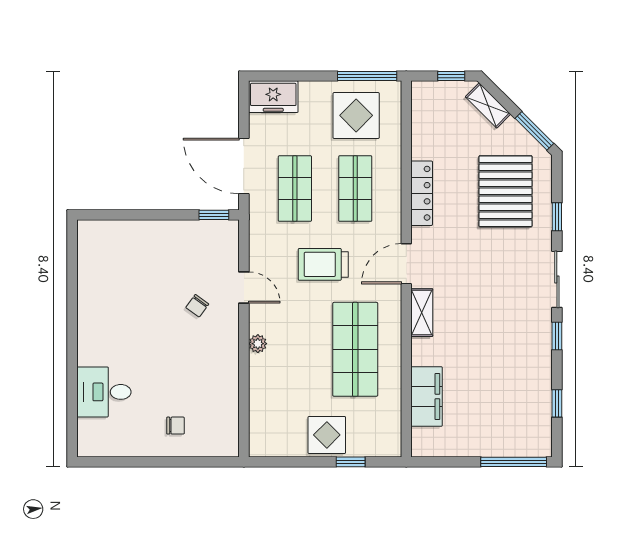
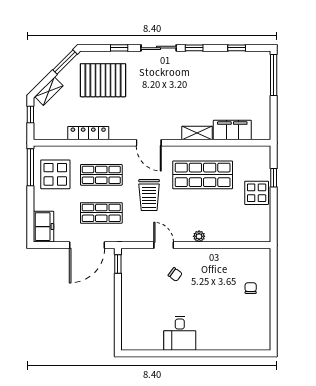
locker: (422, 193) -> (88, 133), moved
door: (244, 287) -> (164, 245), hinge flipped
shelving: (422, 313) -> (197, 133), moved
desk: (104, 392) -> (180, 333), moved

